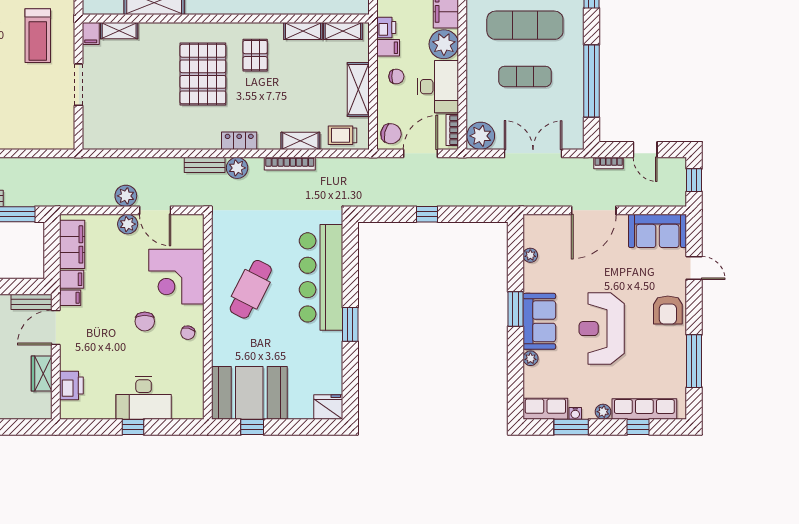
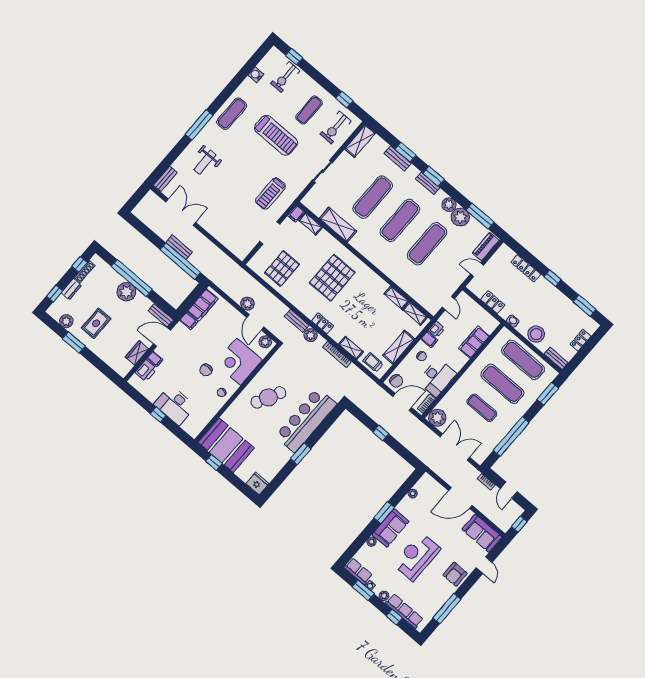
plant: (444, 44) -> (457, 360), removed
pallet: (255, 55) -> (282, 268), moved, width x1.50, depth x1.42
plant: (128, 224) -> (265, 342), moved
filing cabinet: (70, 298) -> (155, 359), moved

